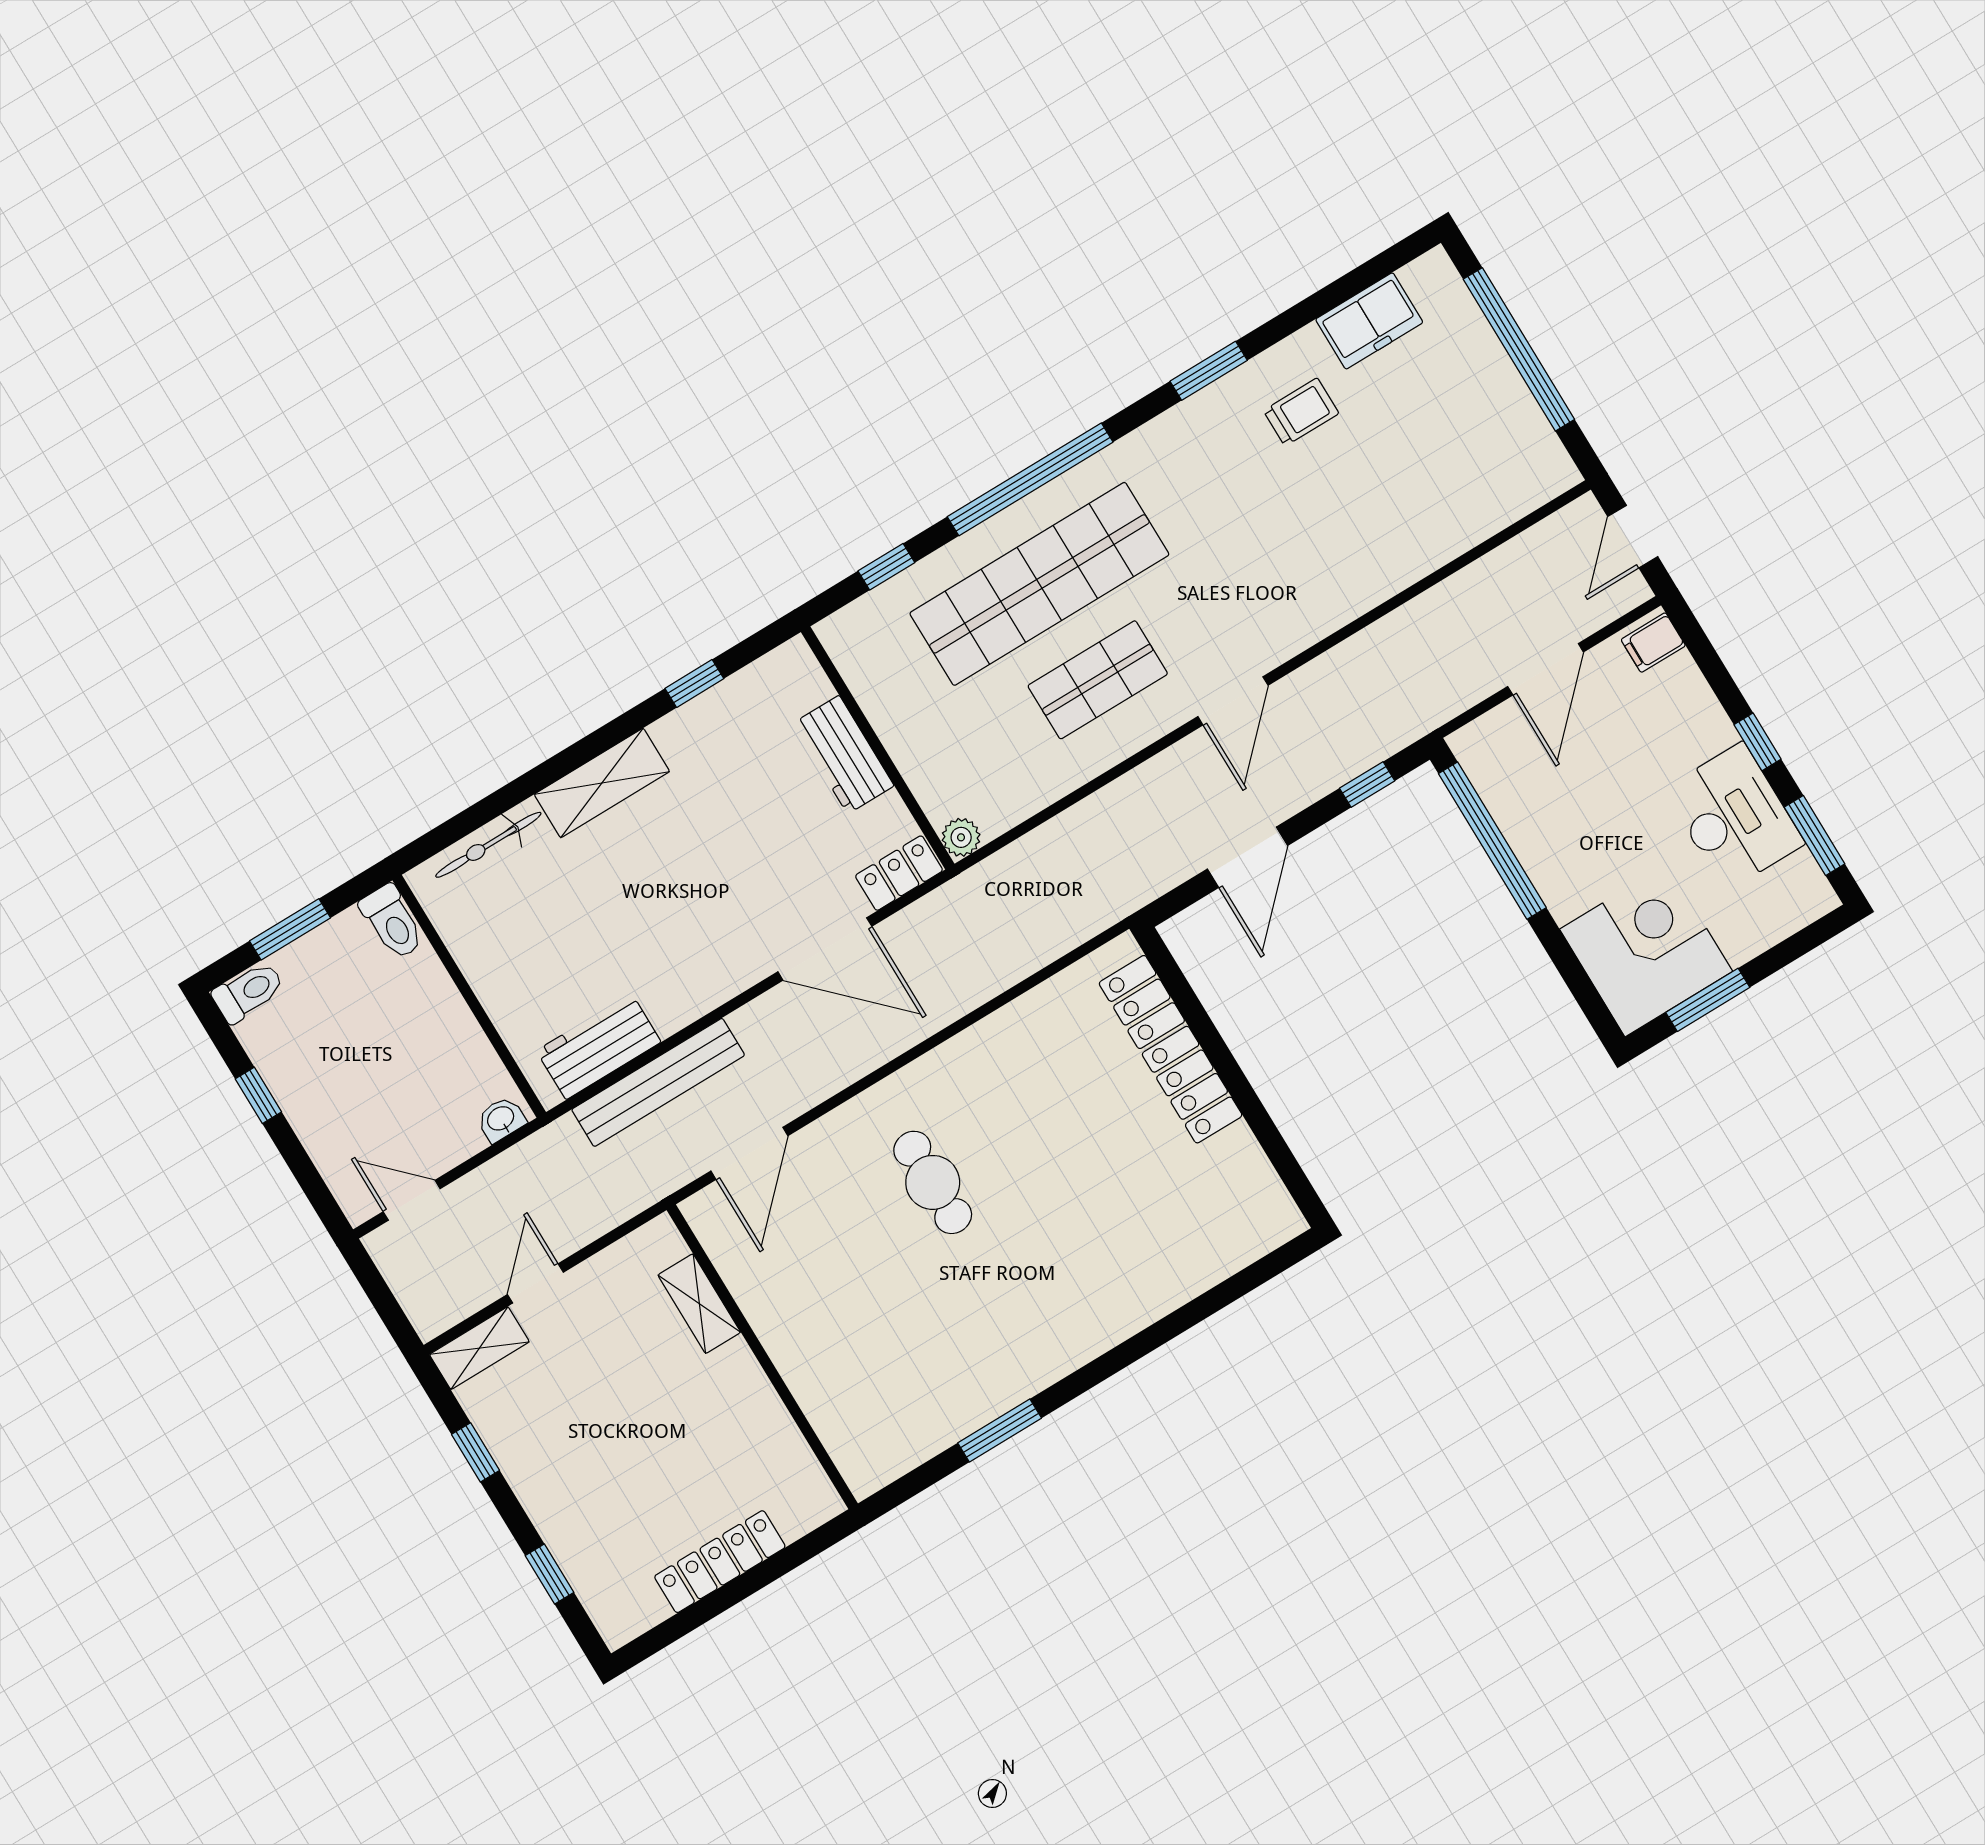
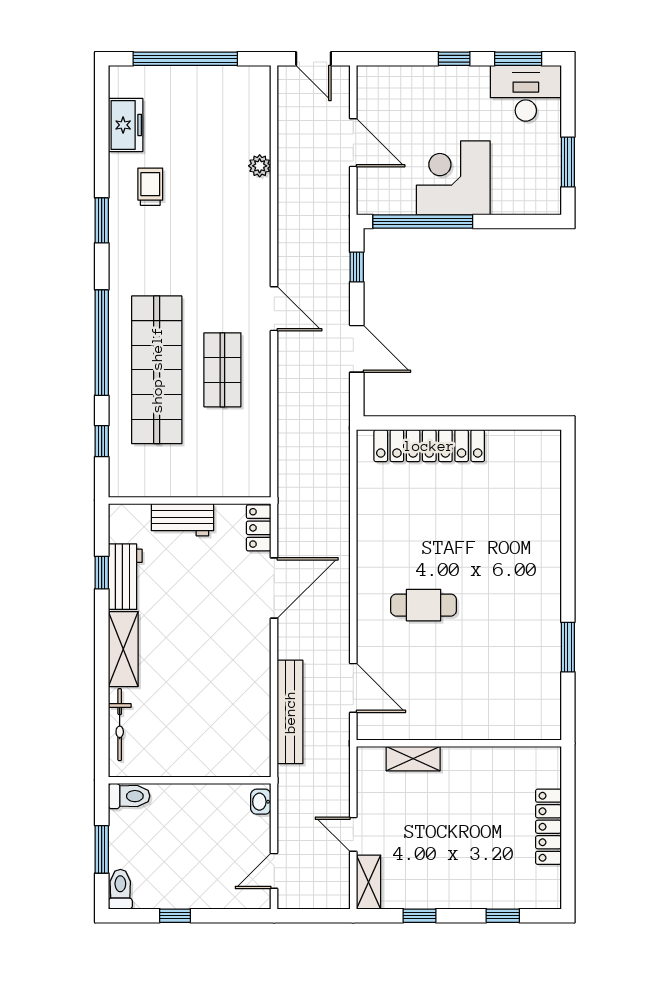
filing cabinet: (1653, 643) -> (373, 81), removed
desk: (1734, 817) -> (526, 93), moved
plant: (961, 837) -> (260, 166), moved
corner desk: (1646, 950) -> (453, 178), moved
workbench: (599, 1046) -> (125, 577), moved, turned 180

